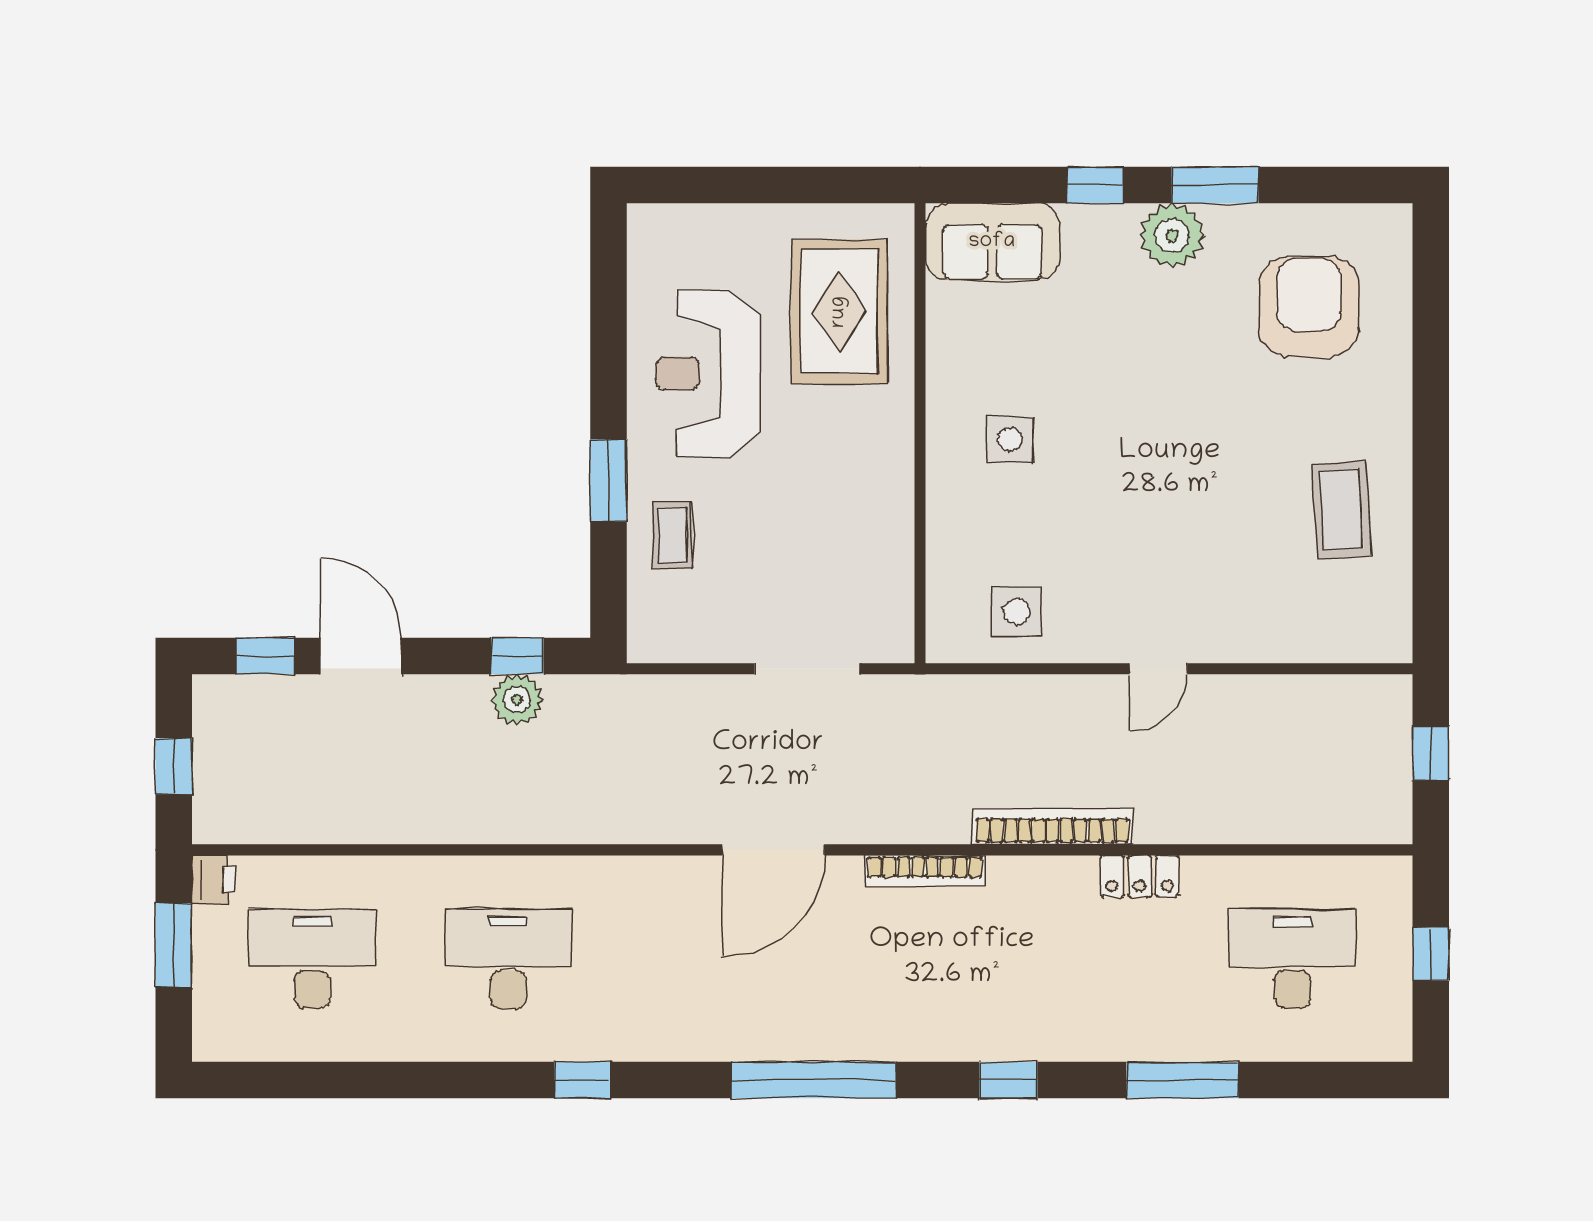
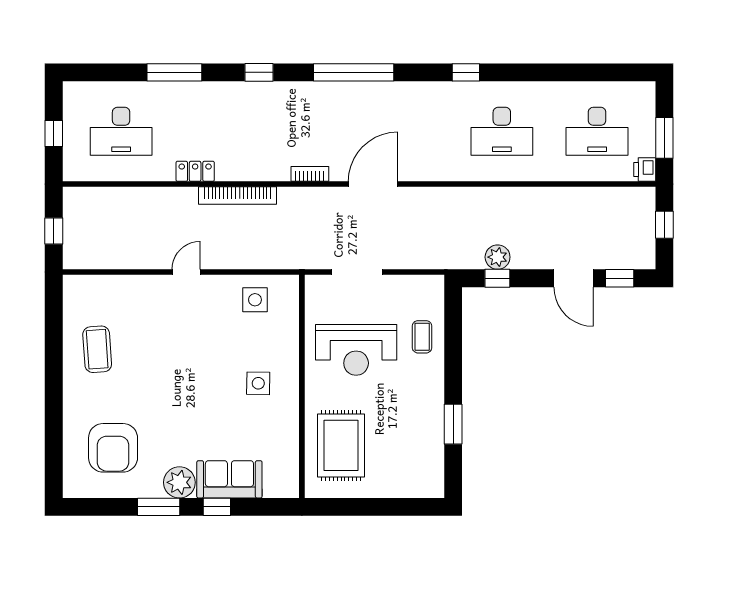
sofa: (992, 242) -> (229, 479), moved
reception desk: (708, 373) -> (356, 350), moved, turned 90
window: (608, 480) -> (453, 424), moved
bookcase: (925, 871) -> (310, 174), width x0.64

